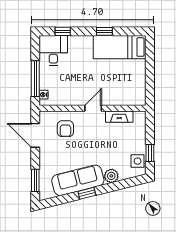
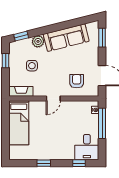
bed: (120, 47) -> (19, 123), moved, turned 90
fireplace: (119, 117) -> (21, 91), moved
side table: (138, 161) -> (32, 66), moved
window: (87, 193) -> (21, 36), moved

